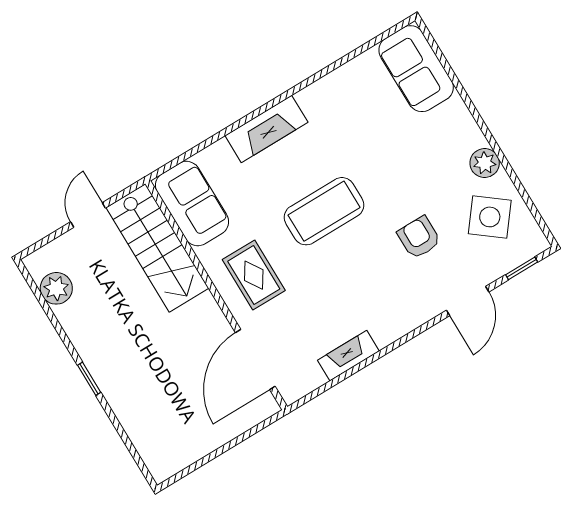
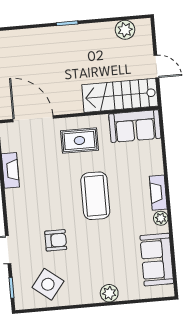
sofa: (416, 69) -> (157, 260), moved, turned -90
plant: (310, 98) -> (161, 218), added
fireplace: (266, 129) -> (158, 193), width x0.73, depth x0.76
plant: (485, 163) -> (109, 293), moved

